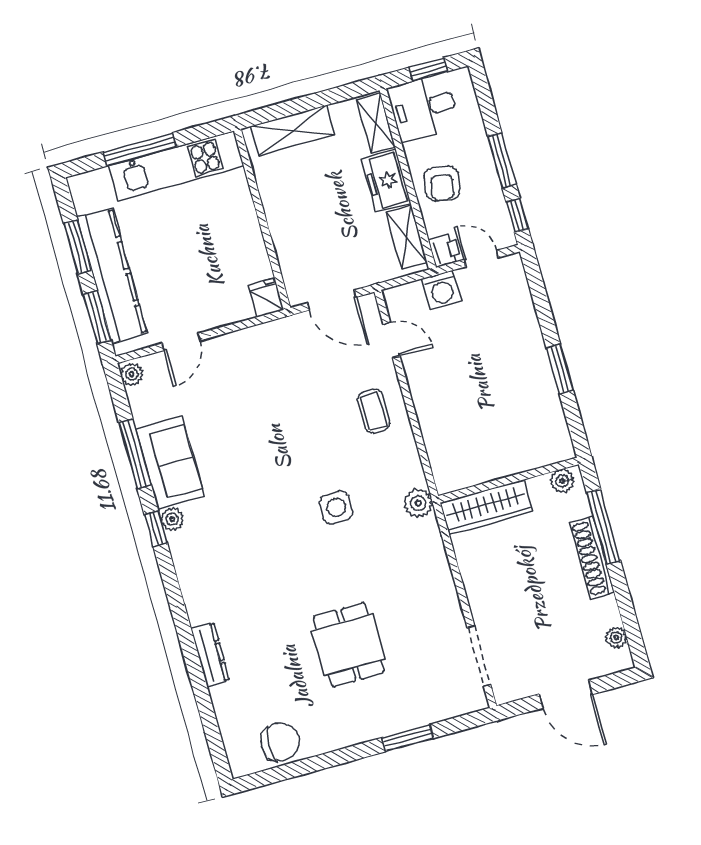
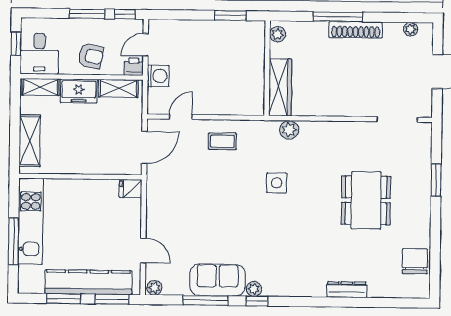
wall: (509, 480) -> (267, 68), moved
plant: (562, 481) -> (278, 34), moved
wardrobe: (486, 507) -> (280, 87), moved
dining table: (348, 645) -> (366, 200), width x1.37

